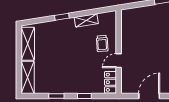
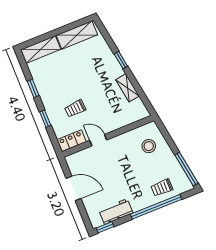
stool: (140, 22) -> (149, 146), added
trolley: (102, 43) -> (75, 108), moved

